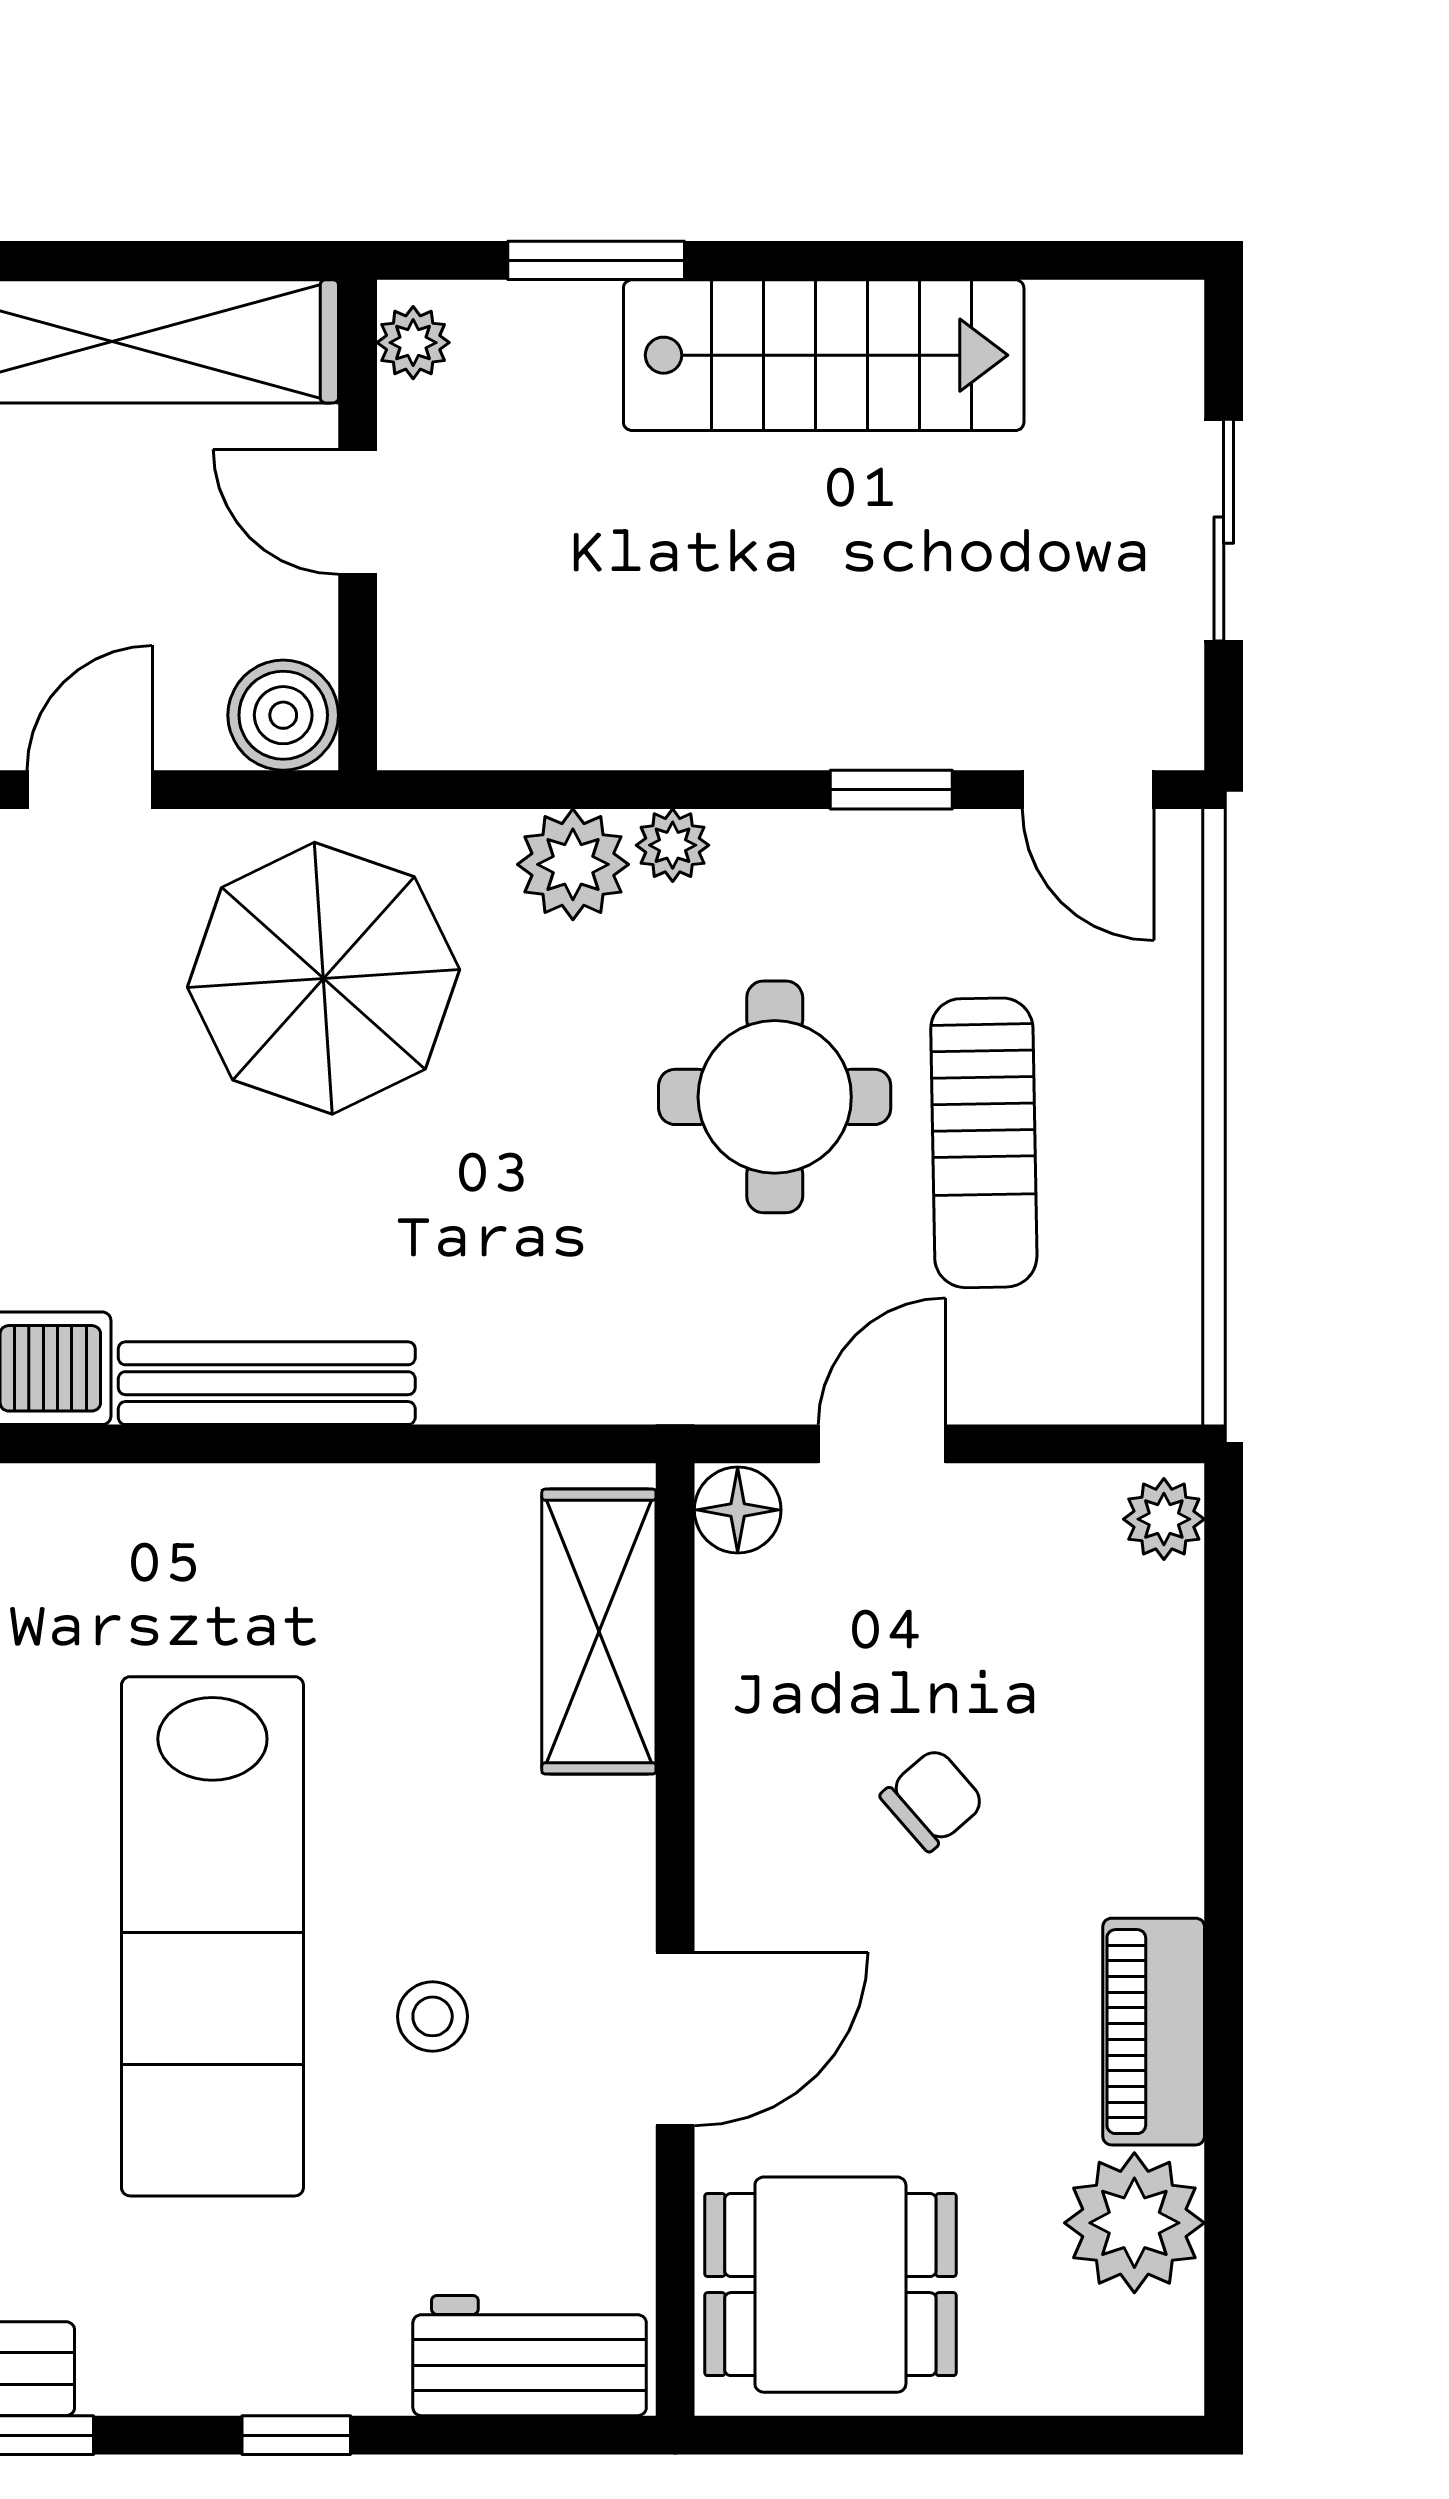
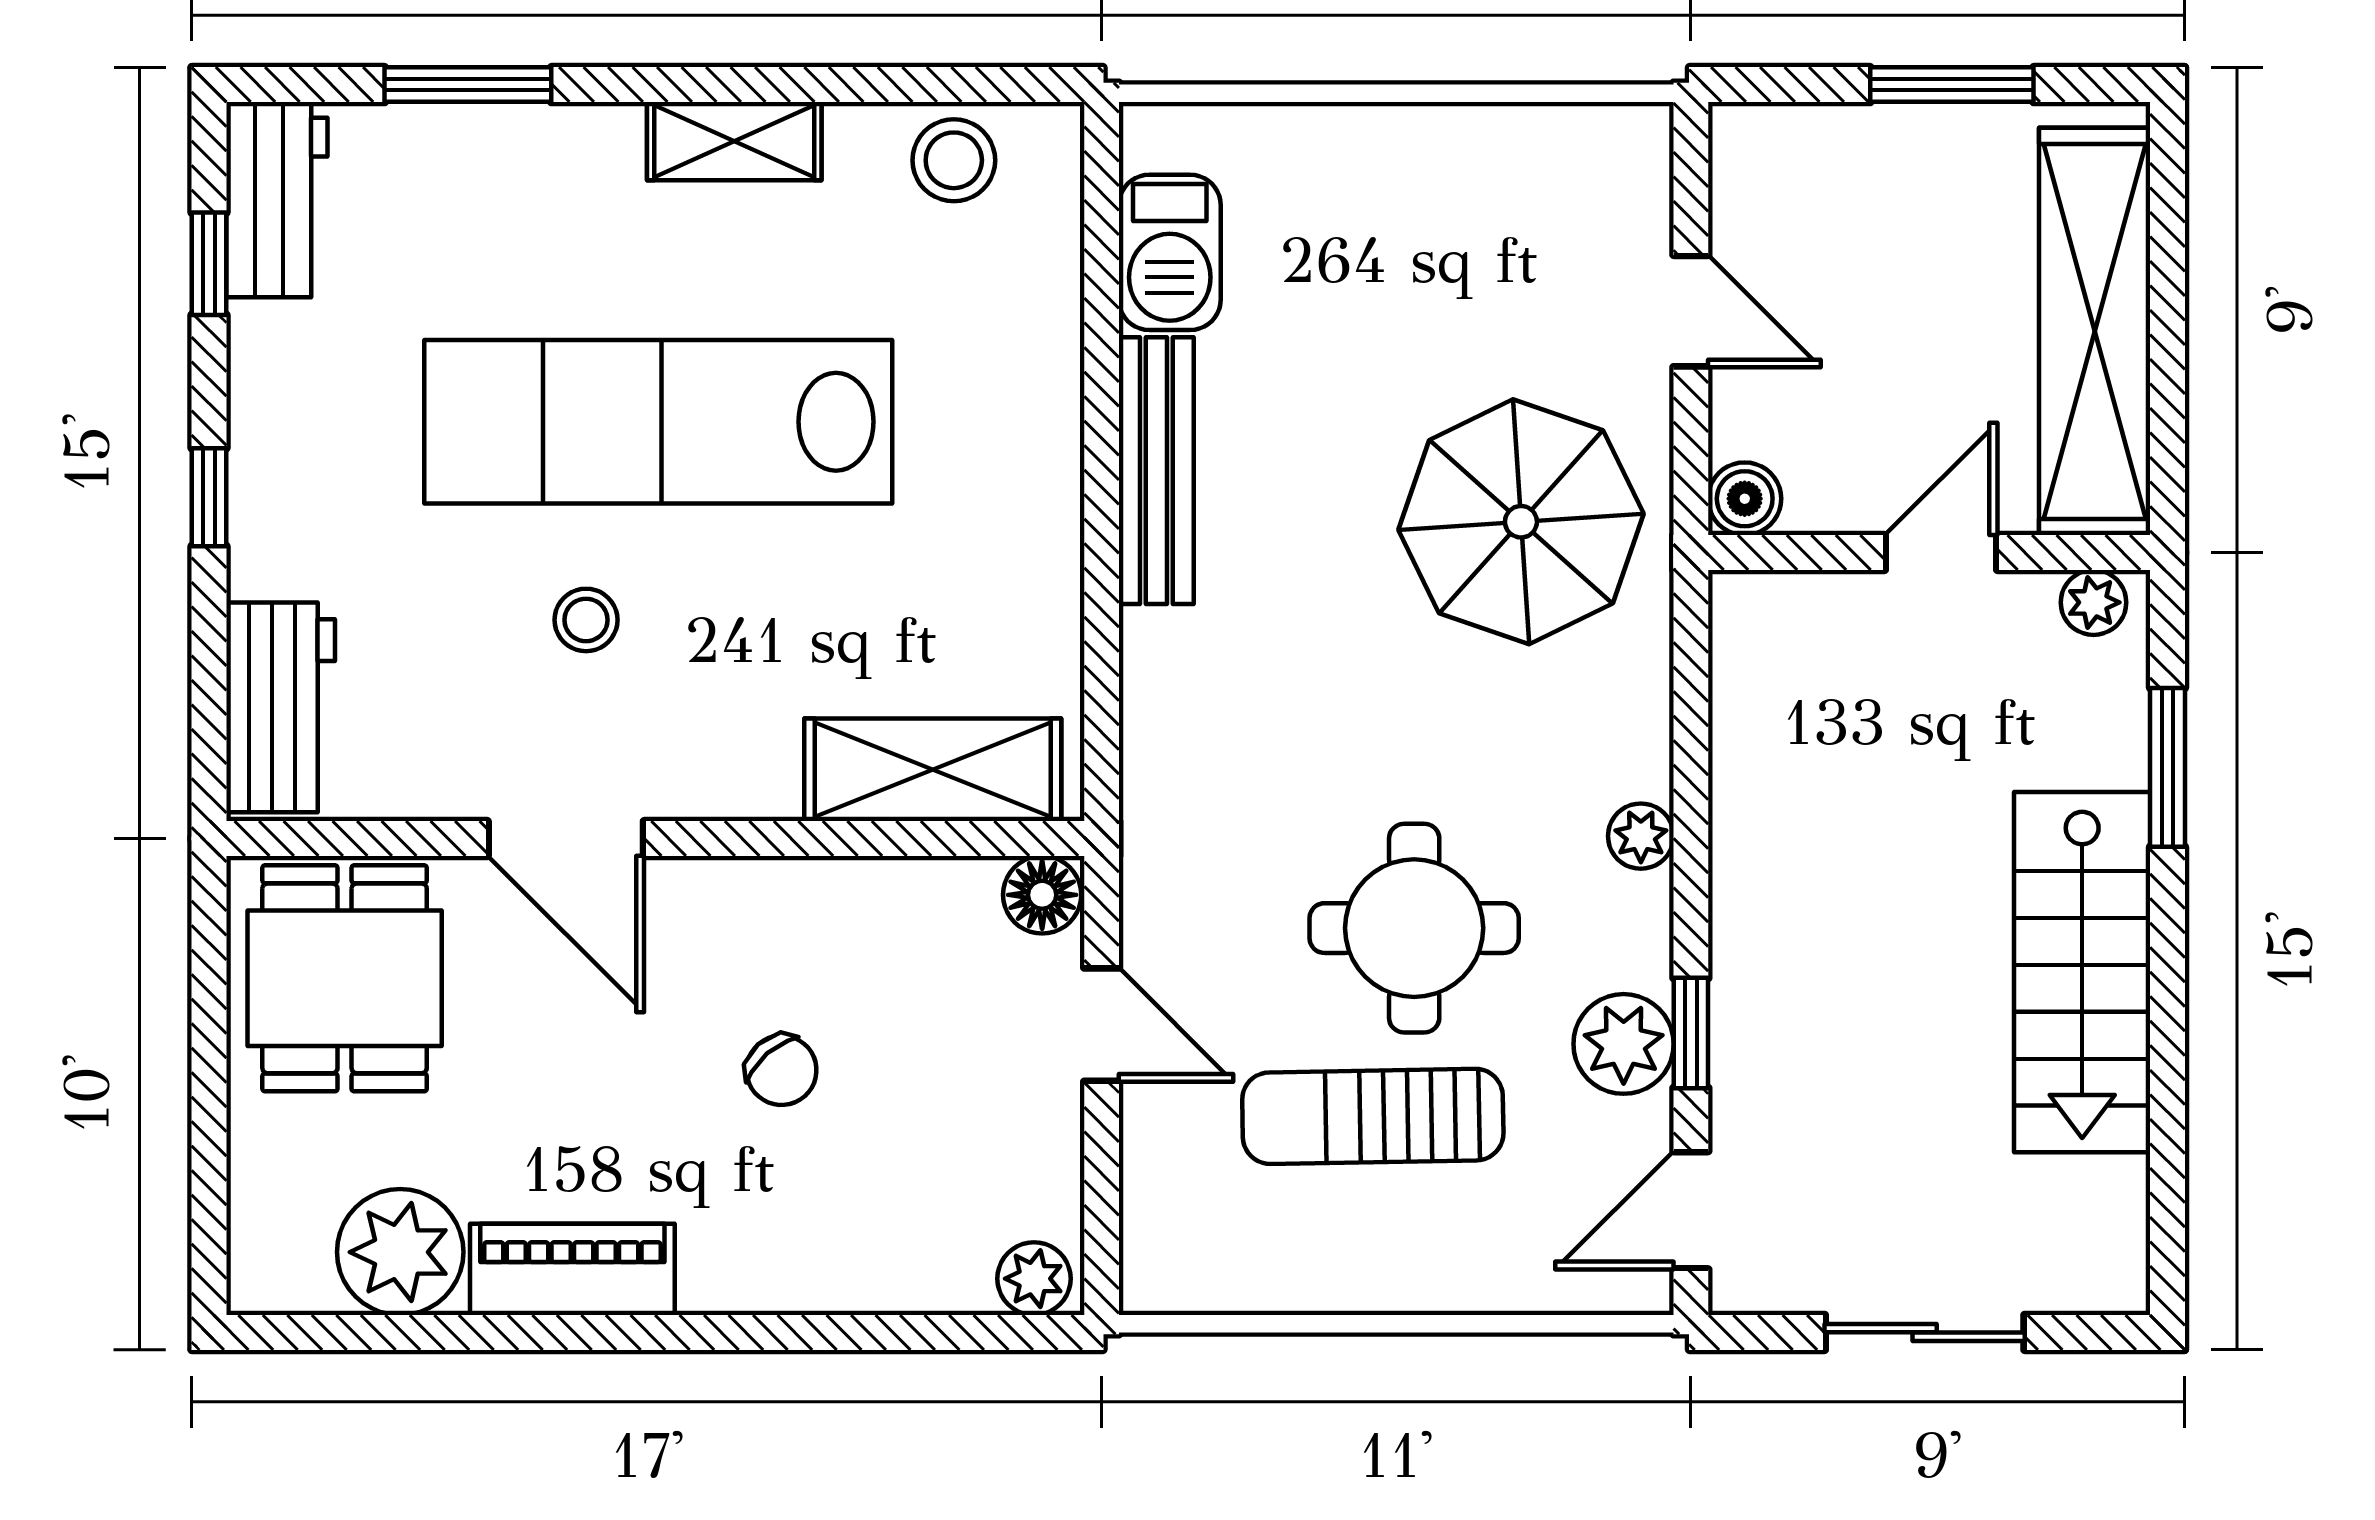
boiler: (283, 715) -> (1745, 499), width x0.73, depth x0.73
plant: (573, 864) -> (1624, 1044), moved

